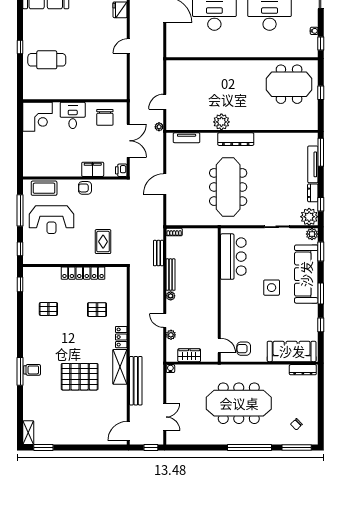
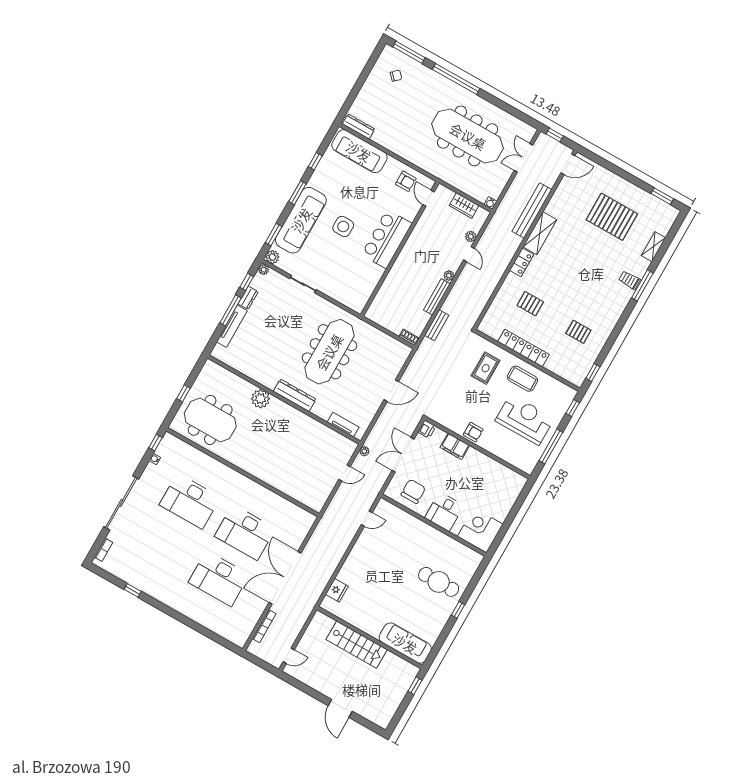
door: (128, 46) -> (367, 519), moved
plant: (221, 122) -> (260, 399), moved
window: (321, 152) -> (231, 310), moved
coffee table: (44, 188) -> (522, 379), moved
plant: (309, 217) -> (264, 270), width x0.53, depth x0.53
bar counter: (233, 257) -> (387, 239), moved
pallet: (80, 377) -> (612, 217), moved
meeting table: (239, 403) -> (468, 136), moved
shelving: (28, 433) -> (653, 247), moved

